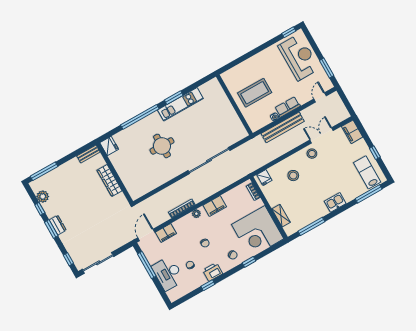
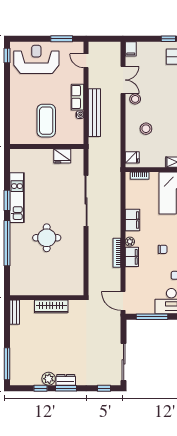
filing cabinet: (352, 132) -> (131, 49), width x0.50
double door: (322, 135) -> (123, 80), swing flipped
fridge: (109, 146) -> (62, 156), moved, turned 180
plant: (43, 197) -> (49, 379), moved
filing cabinet: (166, 233) -> (132, 257), moved

